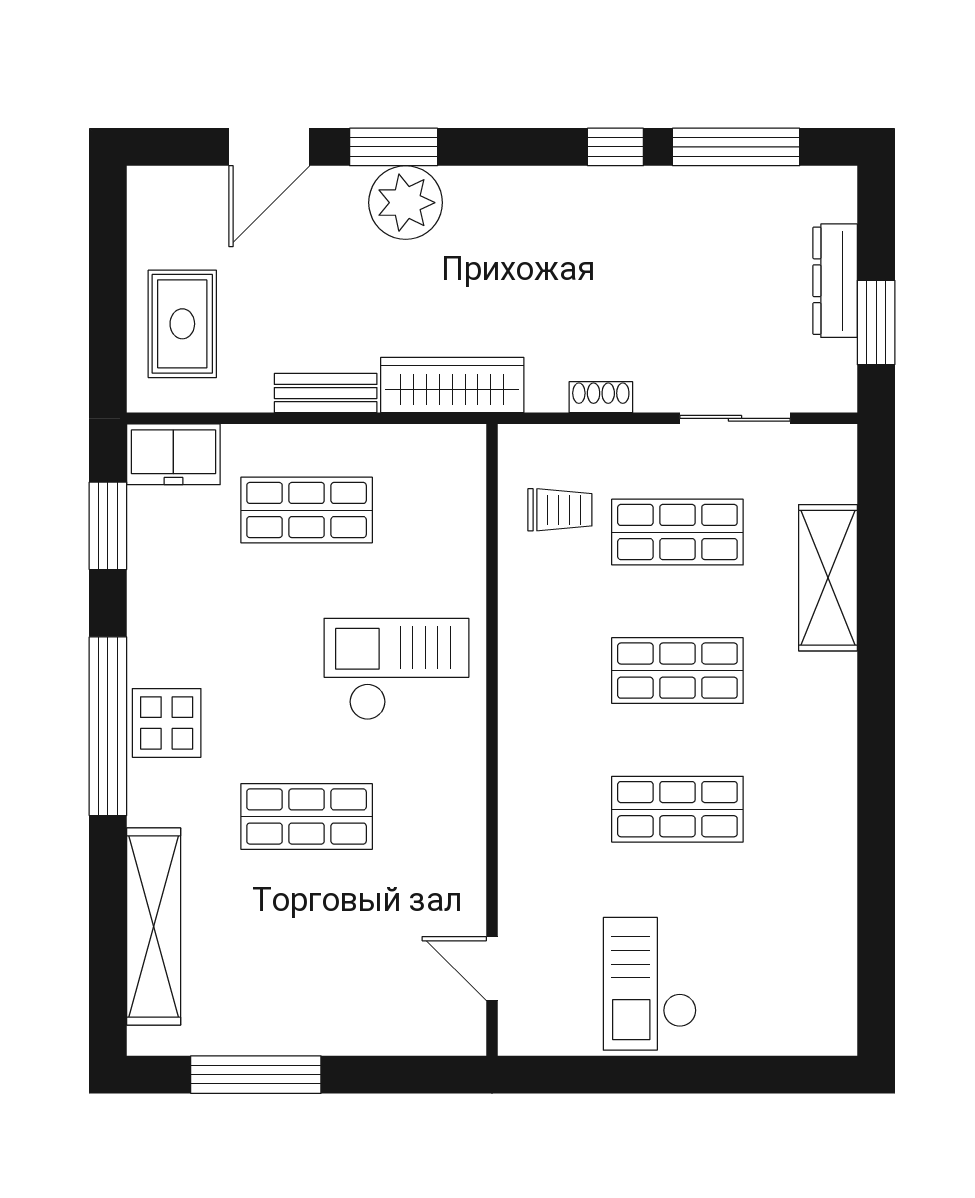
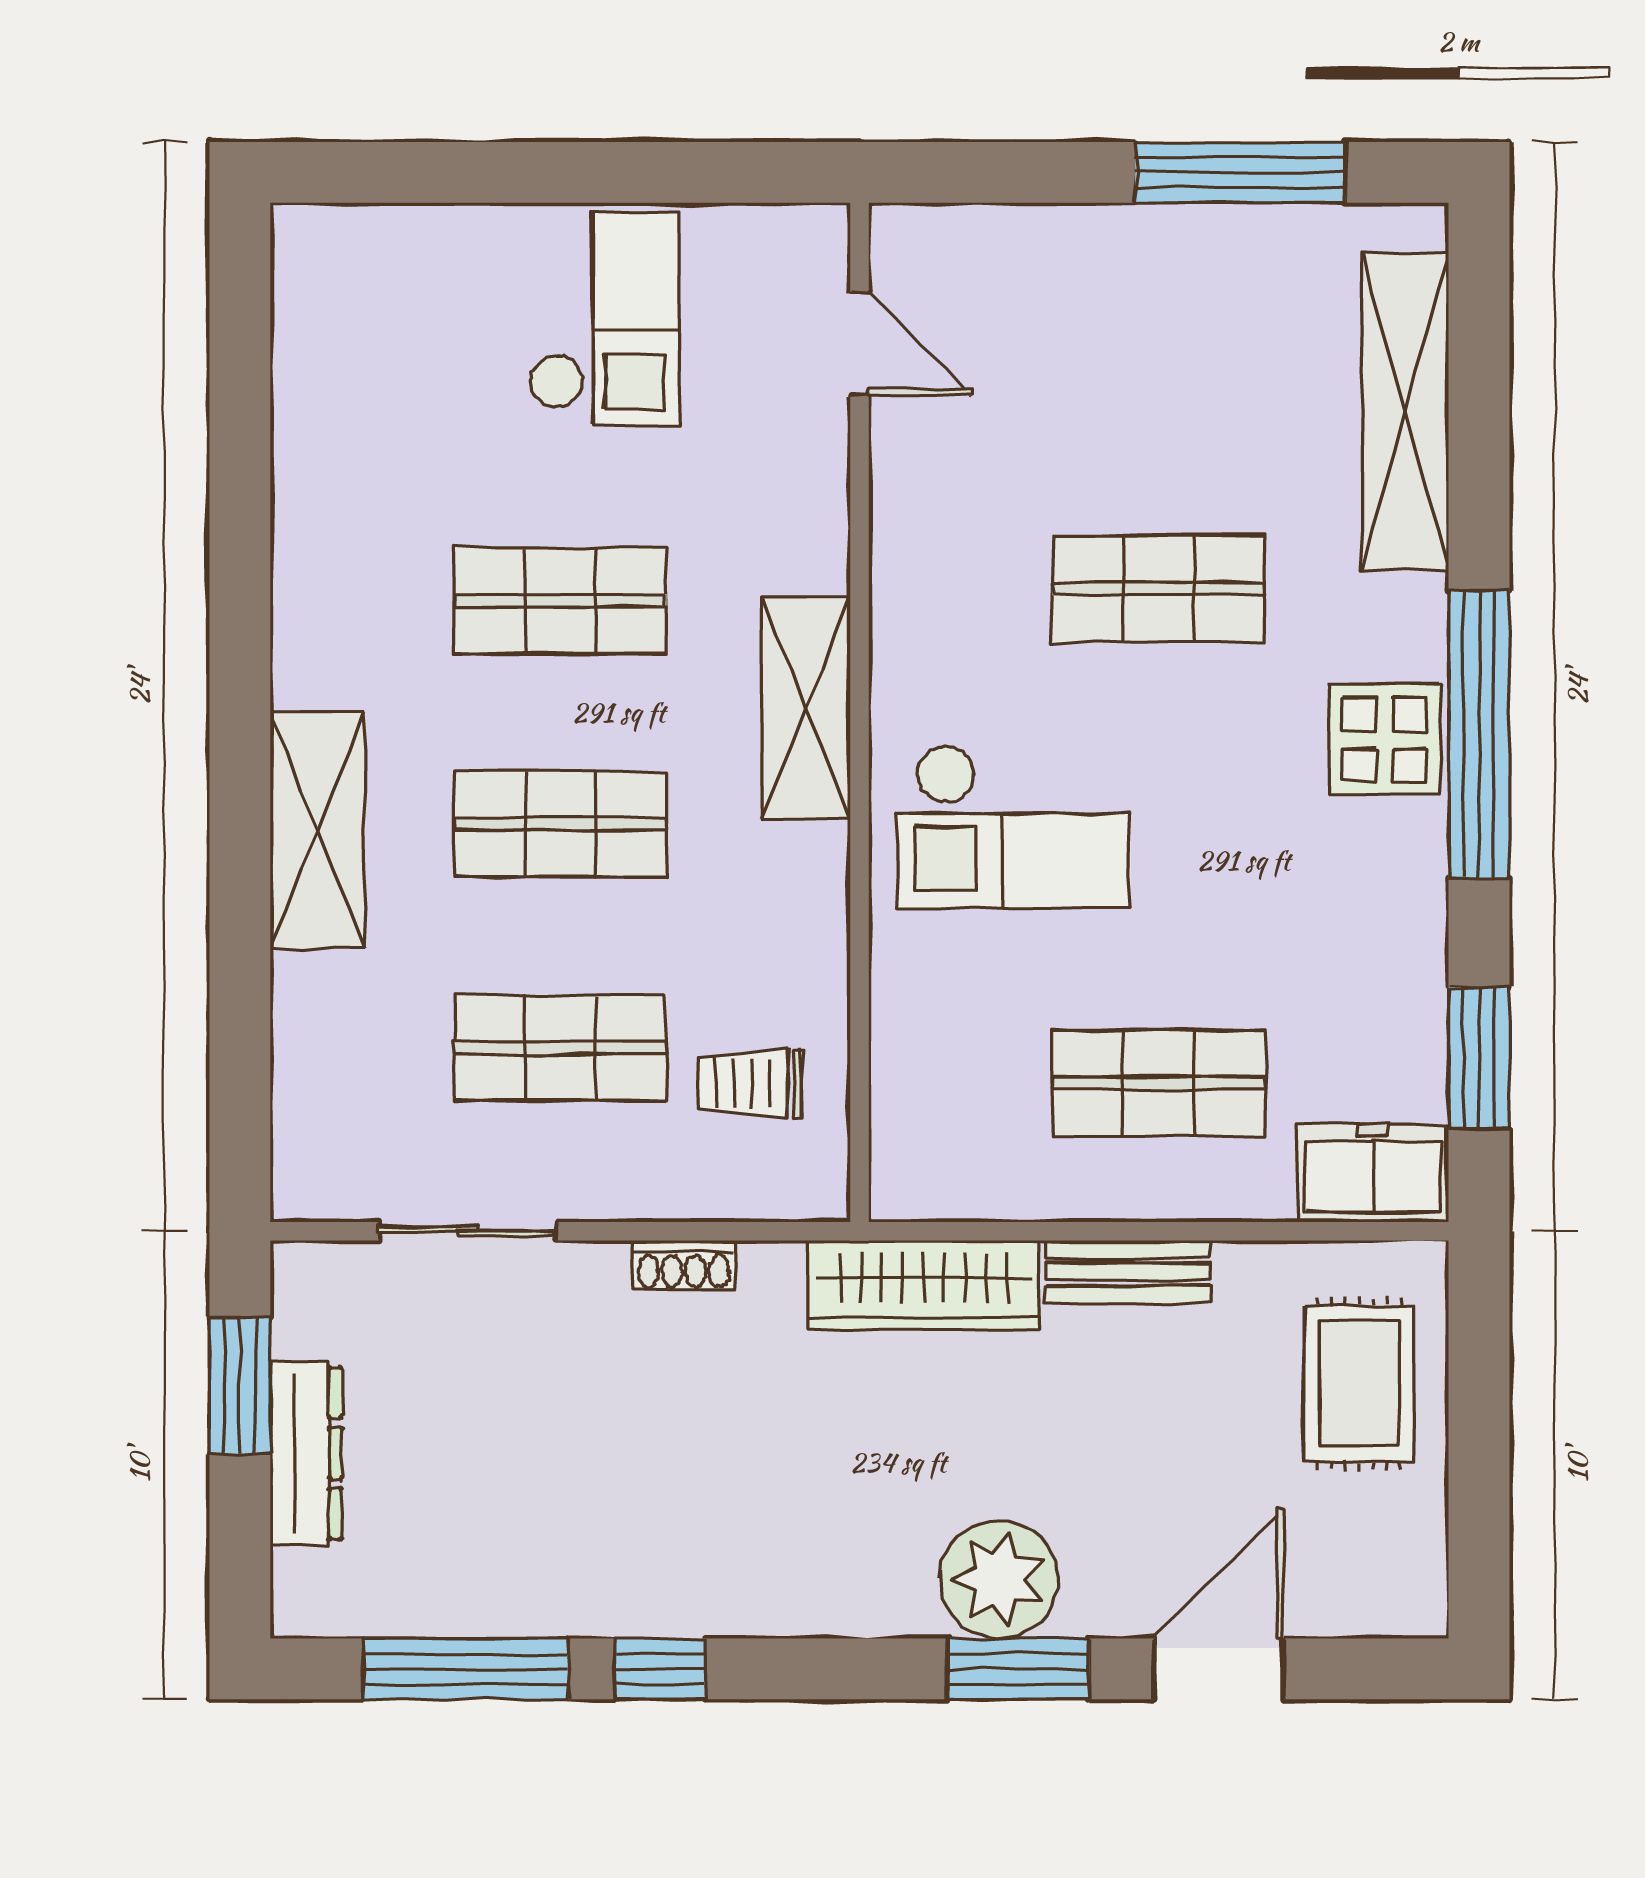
shelving: (828, 578) -> (317, 830), moved
shelving: (525, 743) -> (806, 708), added

